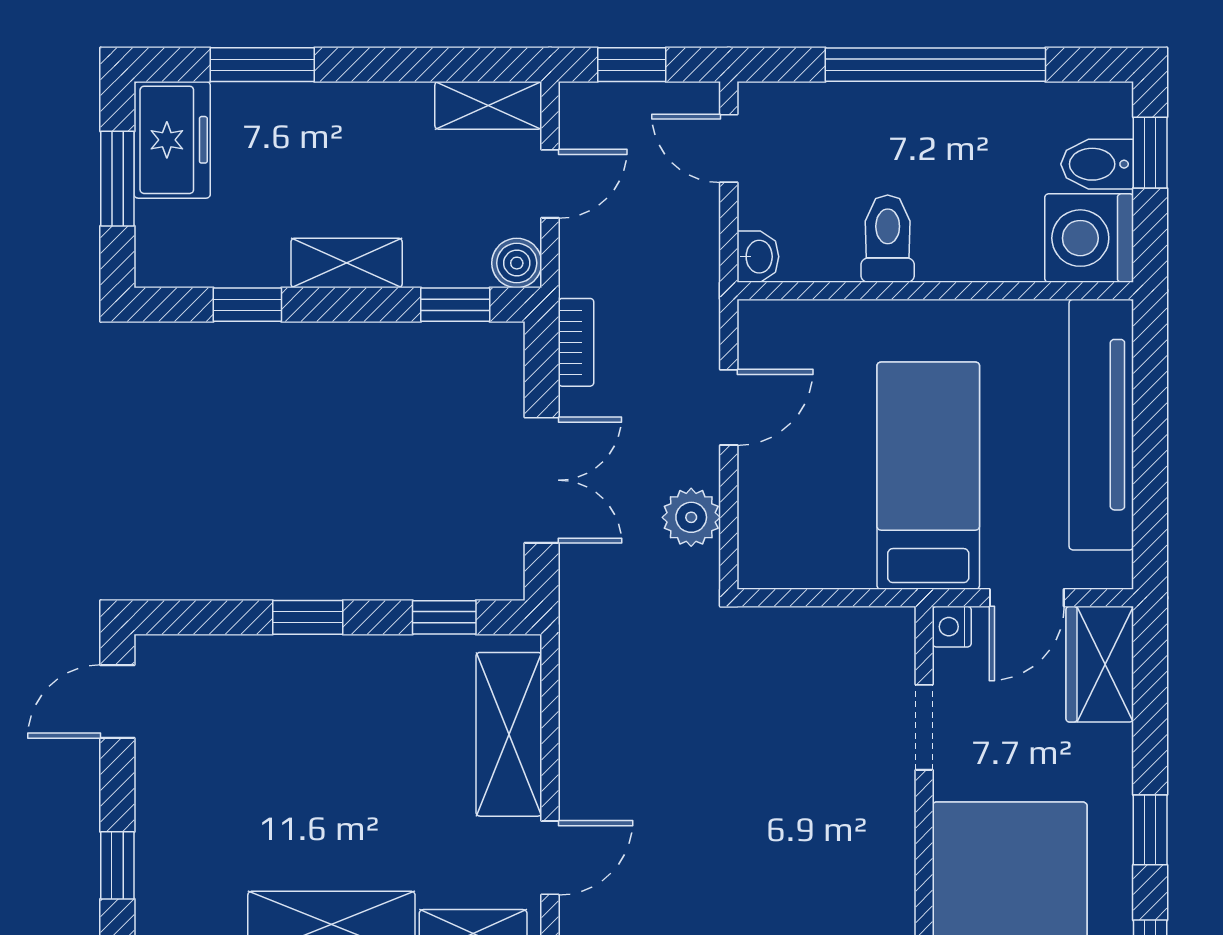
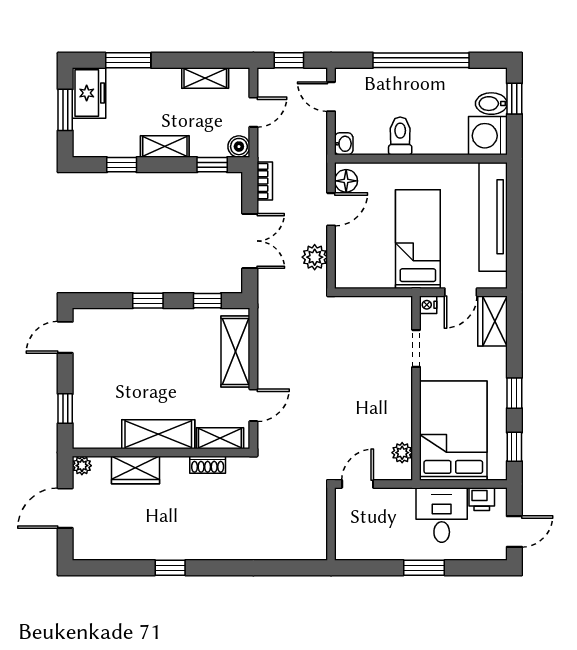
shelving: (488, 105) -> (205, 78), moved
floor lamp: (763, 342) -> (346, 181), added

